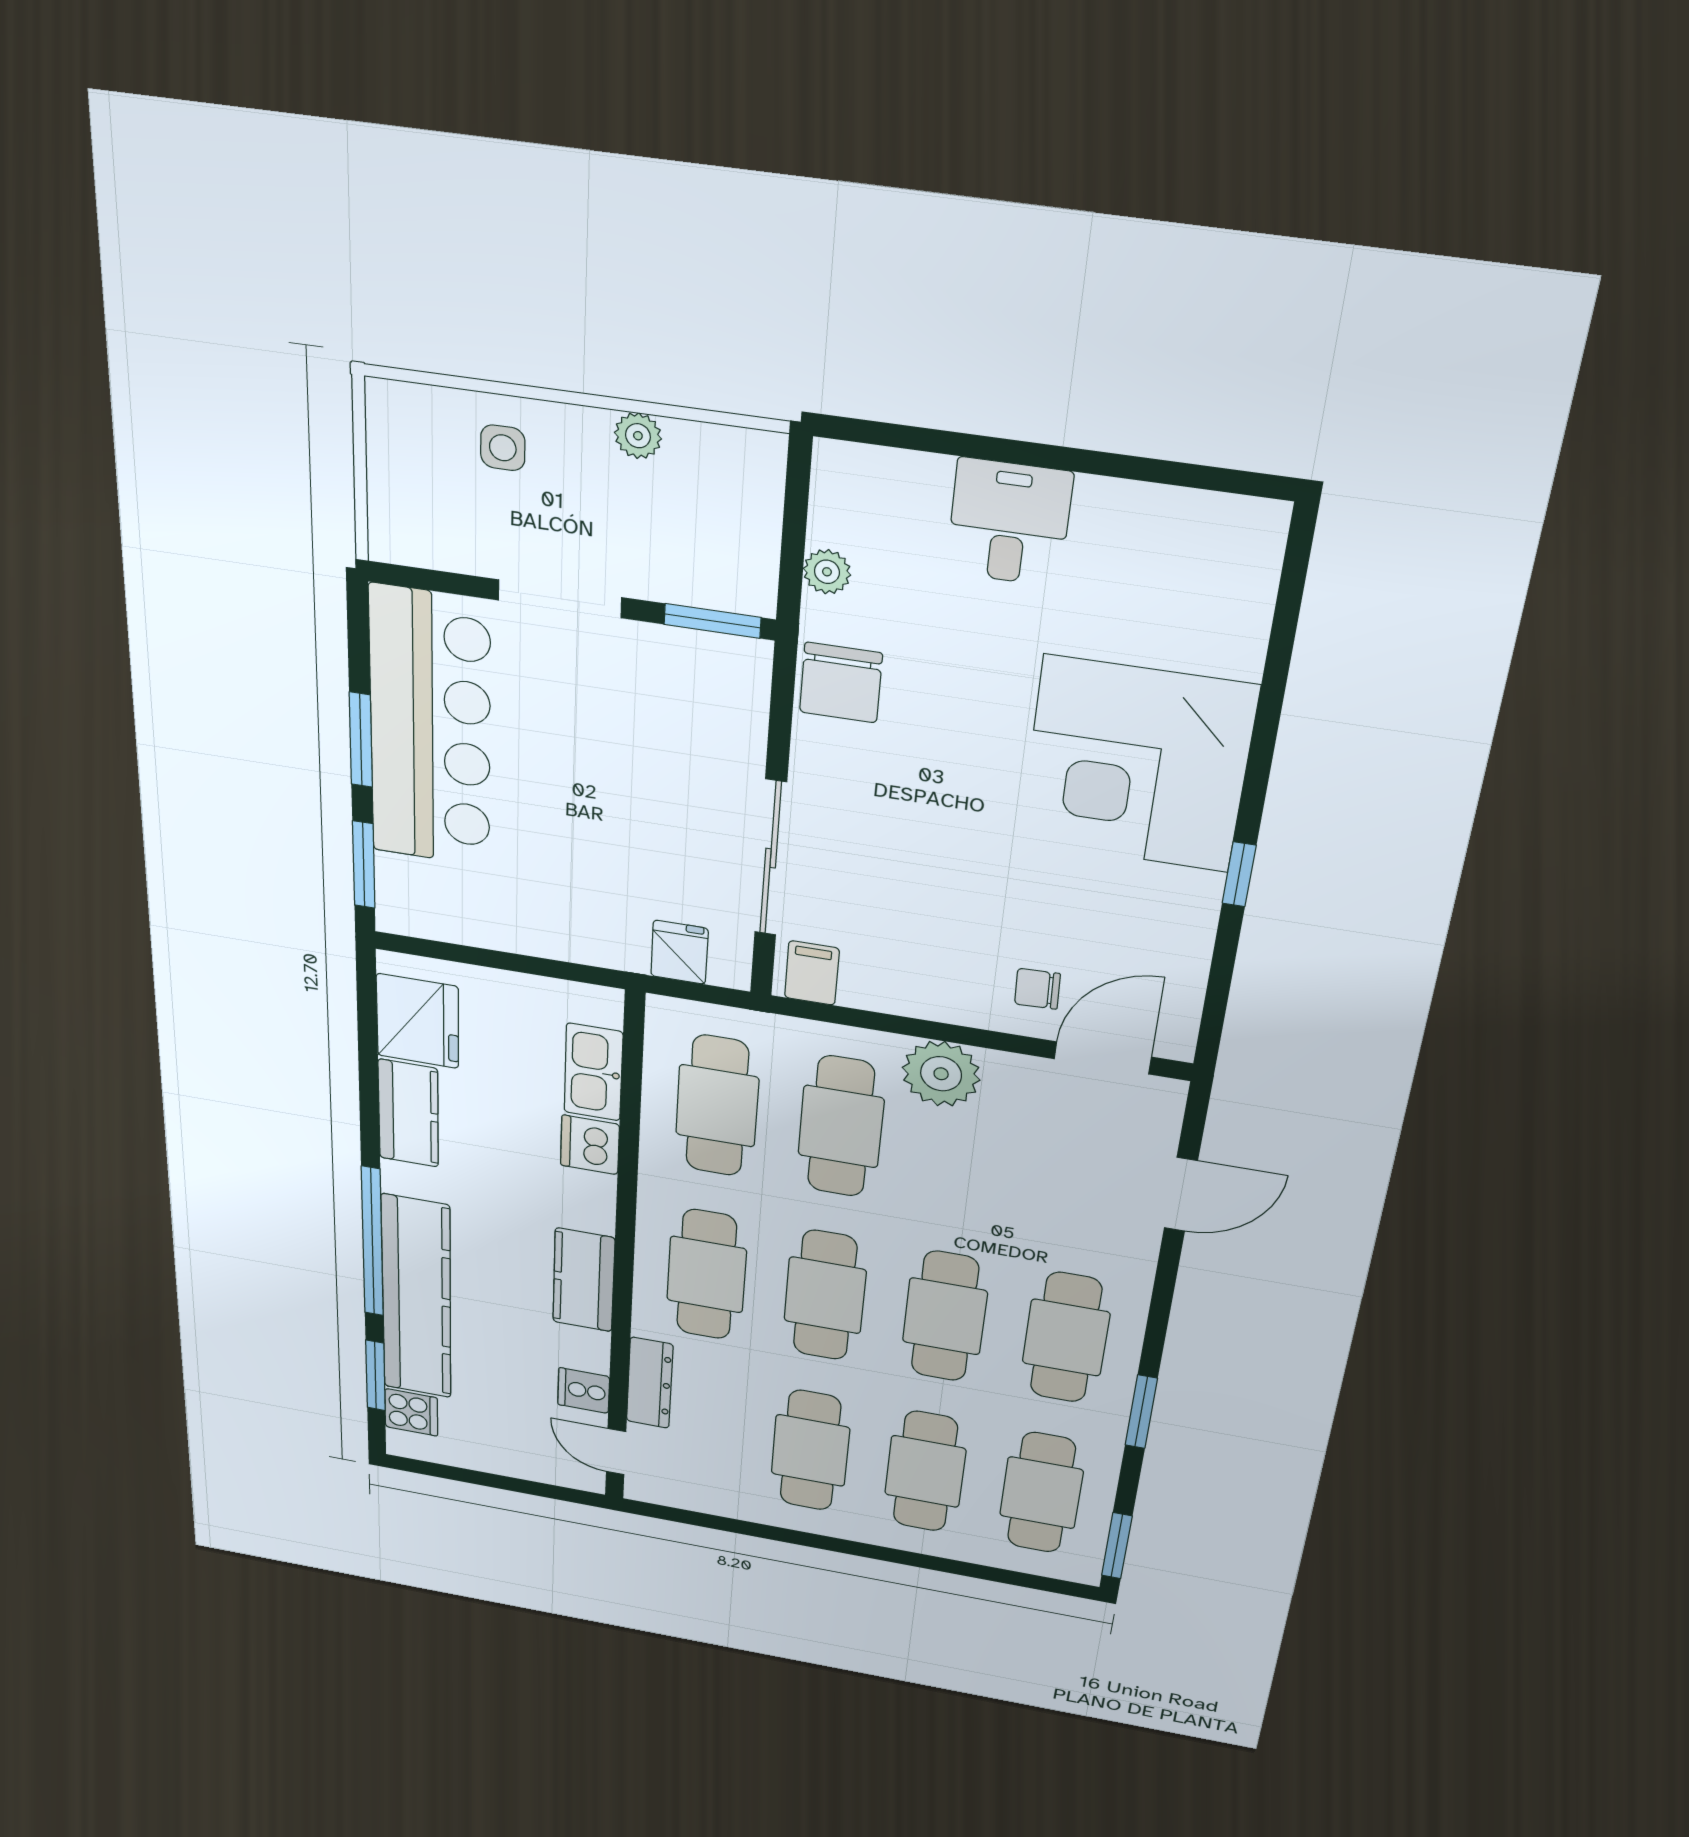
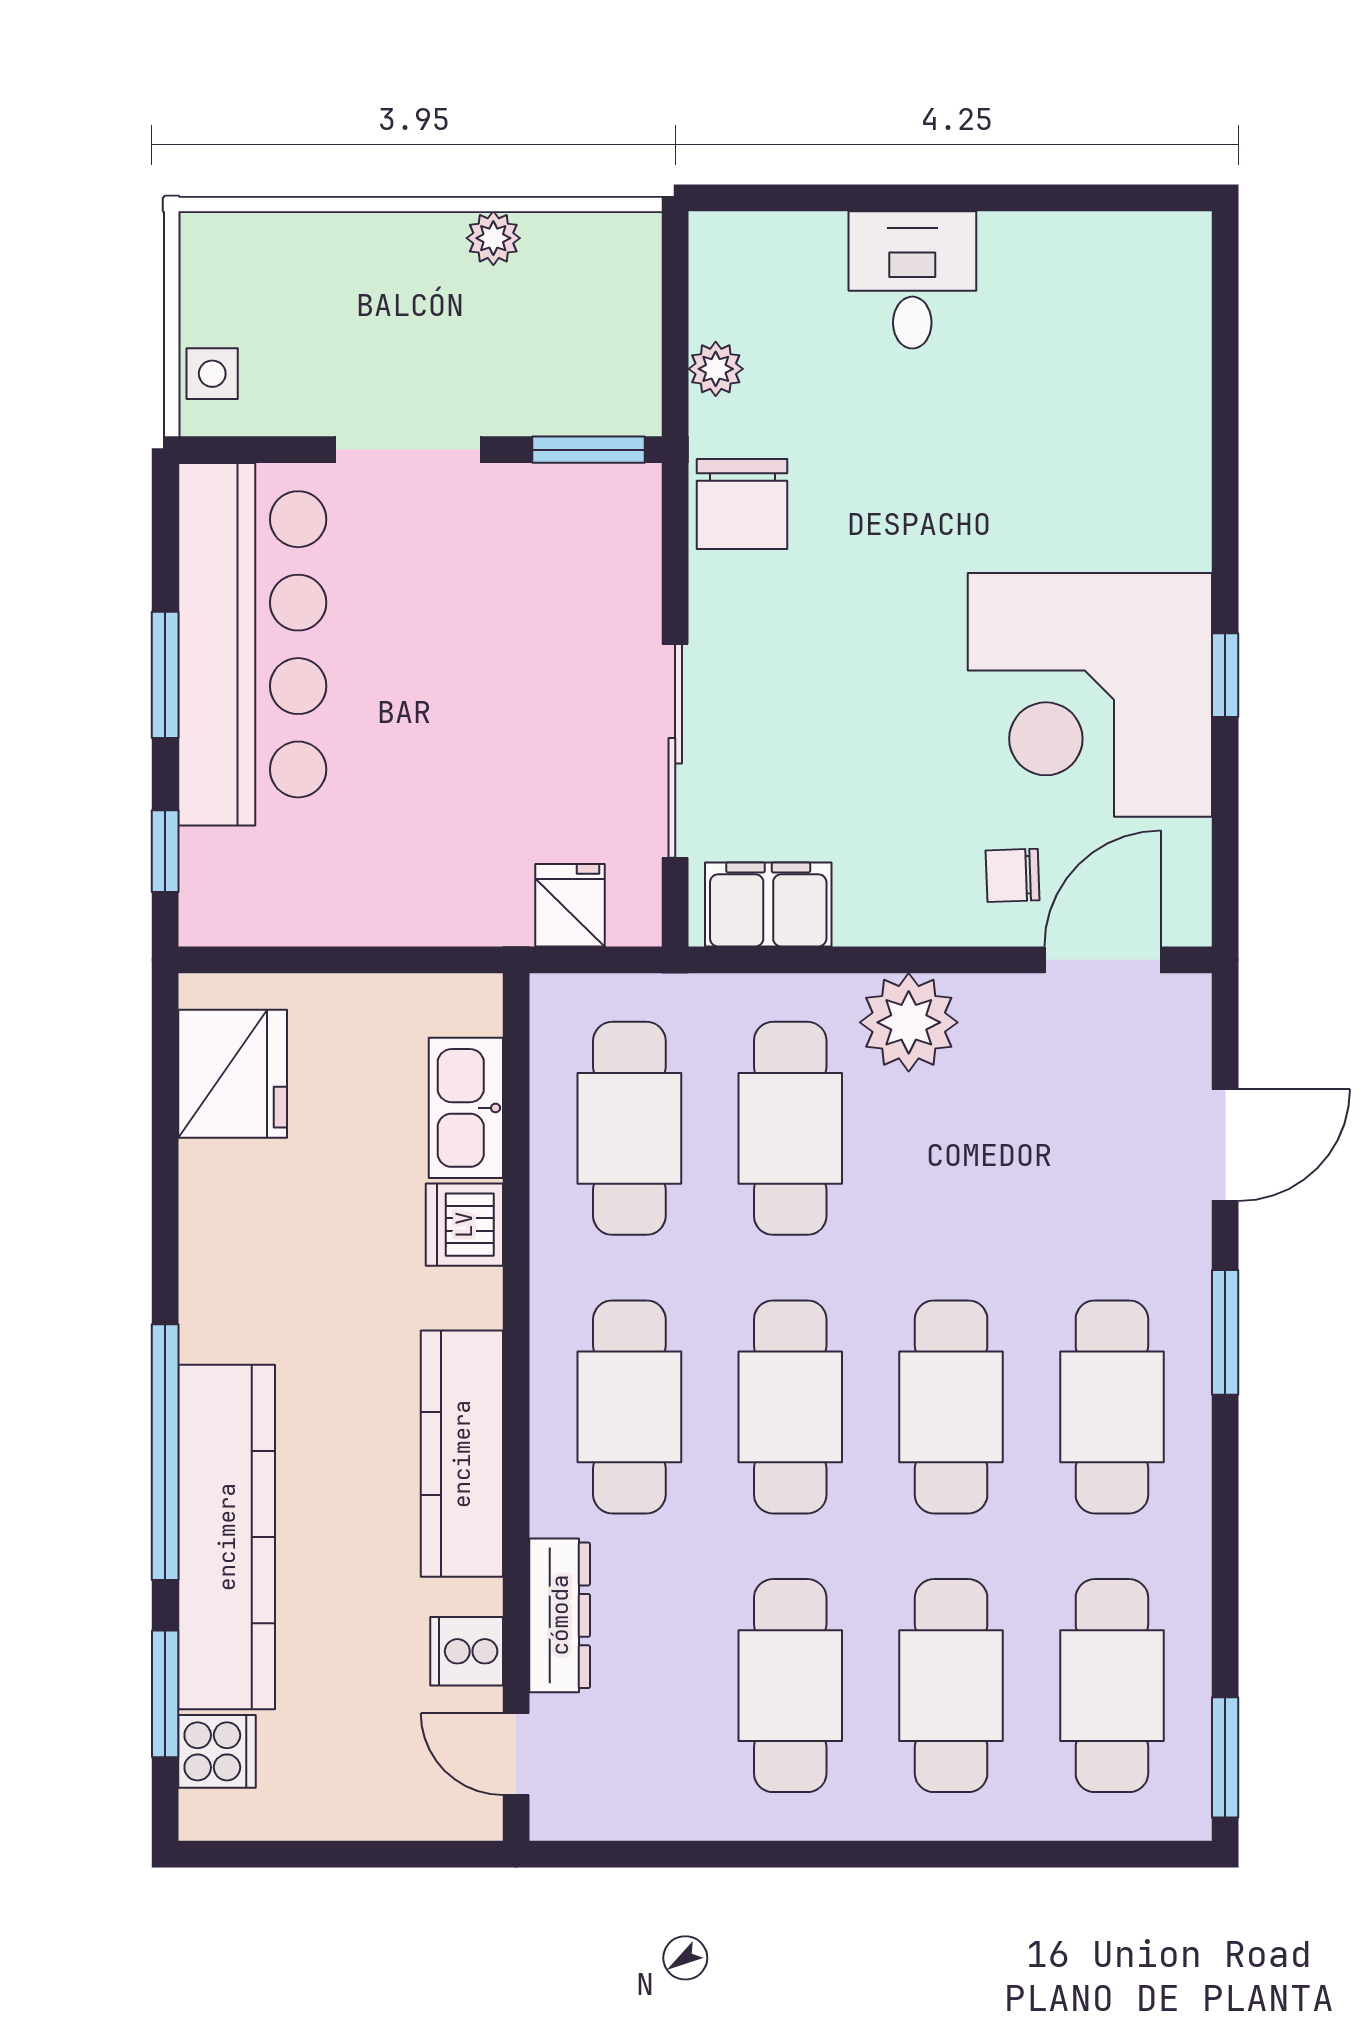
side table: (503, 448) -> (212, 374), moved
corner desk: (1137, 765) -> (1090, 695), moved
window: (364, 865) -> (165, 851), width x0.67
filing cabinet: (812, 973) -> (768, 904), width x2.00
kitchen counter: (408, 1113) -> (219, 1224), removed
kitchen counter: (584, 1280) -> (462, 1454), width x1.50
window: (1141, 1412) -> (1225, 1332), moved

